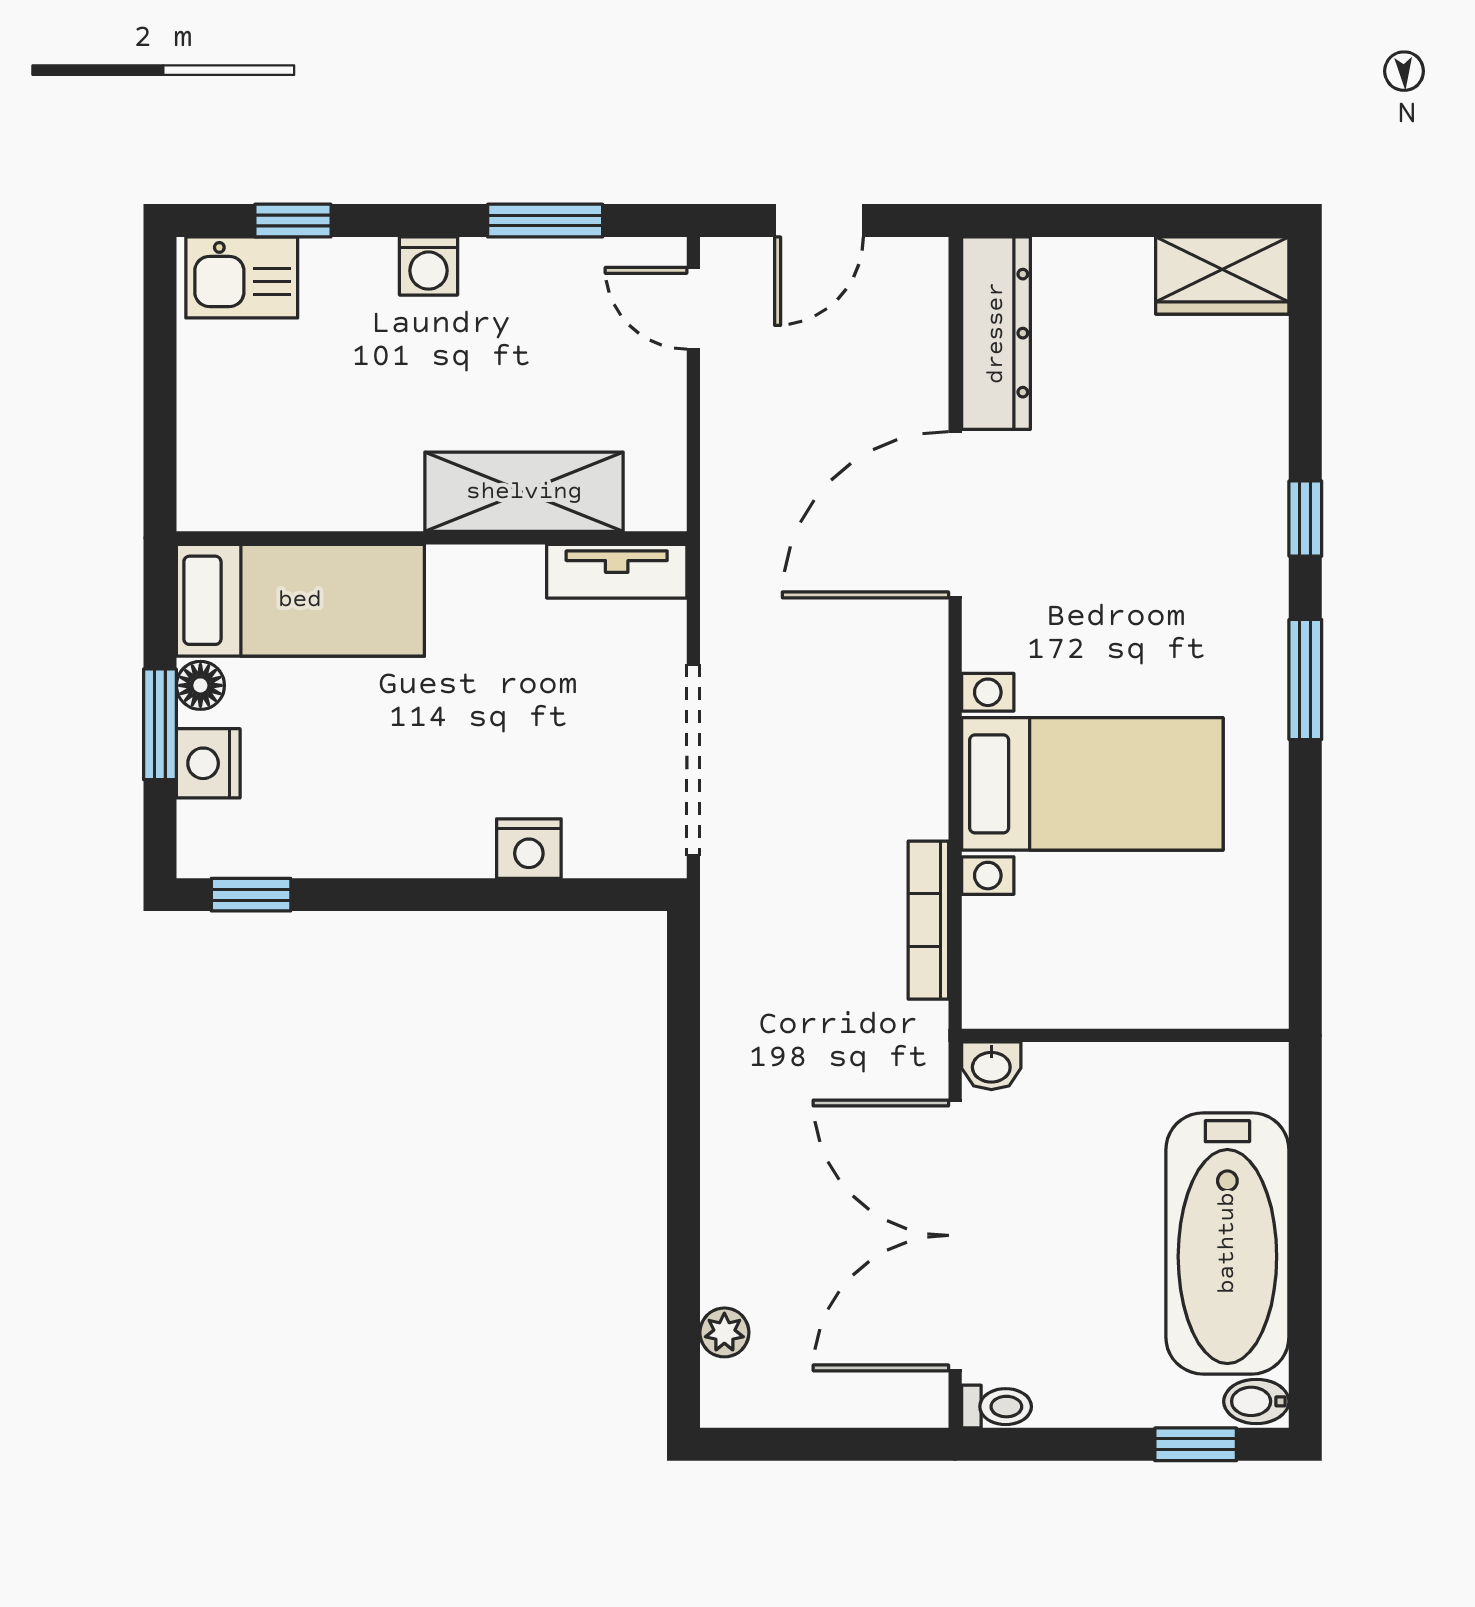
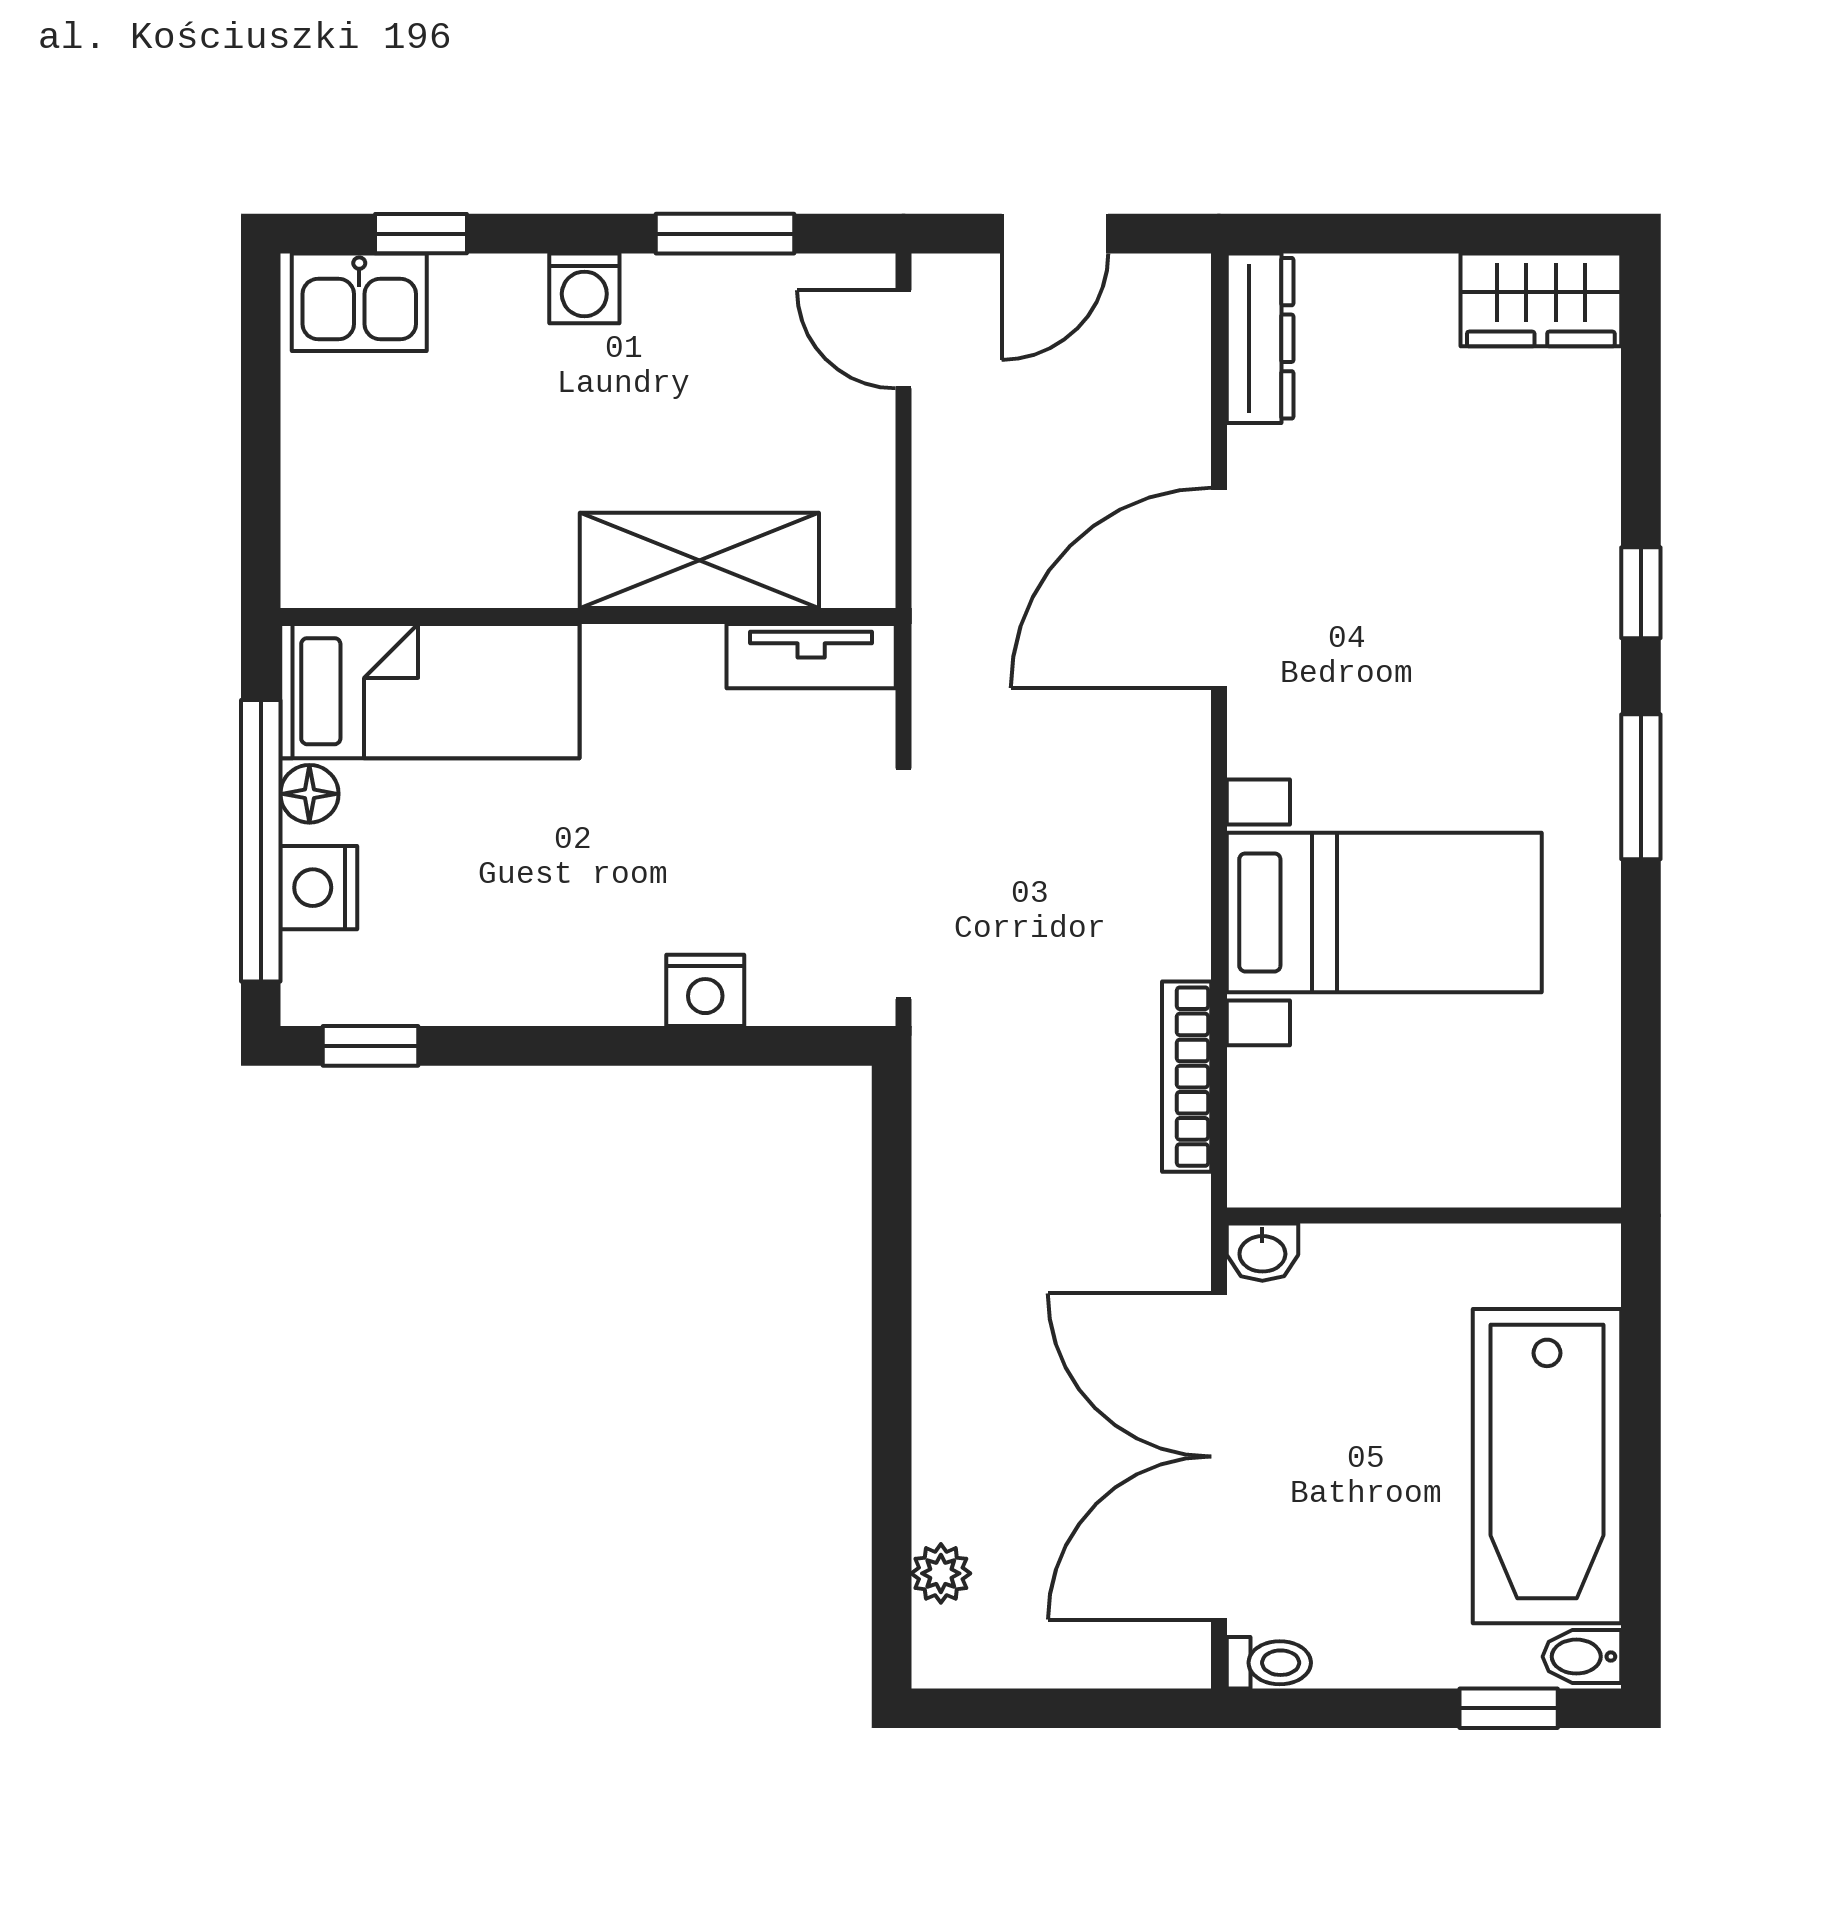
dresser: (996, 333) -> (1260, 338), width x0.73, depth x0.80
window: (160, 724) -> (261, 841), width x2.11

